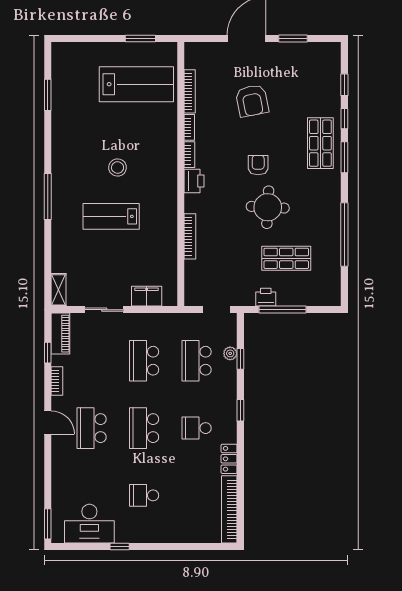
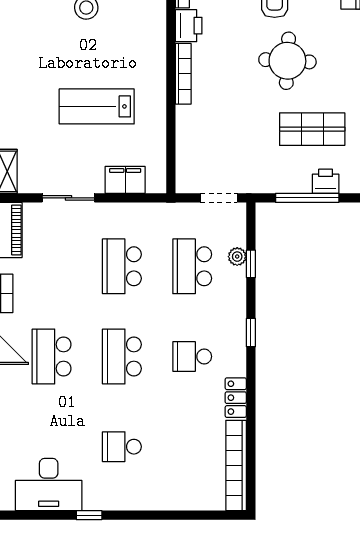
lab bench: (111, 216) -> (97, 106), moved
bookcase: (190, 236) -> (183, 74), moved
printer: (266, 297) -> (326, 181), moved

